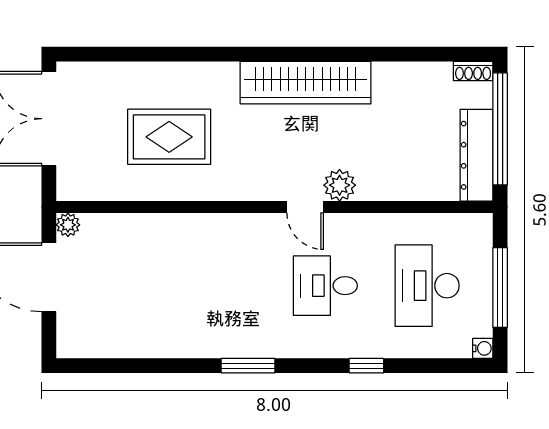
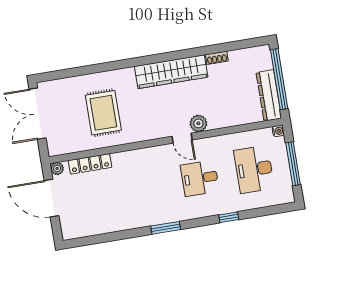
shoe rack: (473, 71) -> (217, 58), moved
rug: (169, 137) -> (103, 113), turned 90
locker: (129, 226) -> (90, 164), added
water cooler: (483, 348) -> (278, 131), moved

